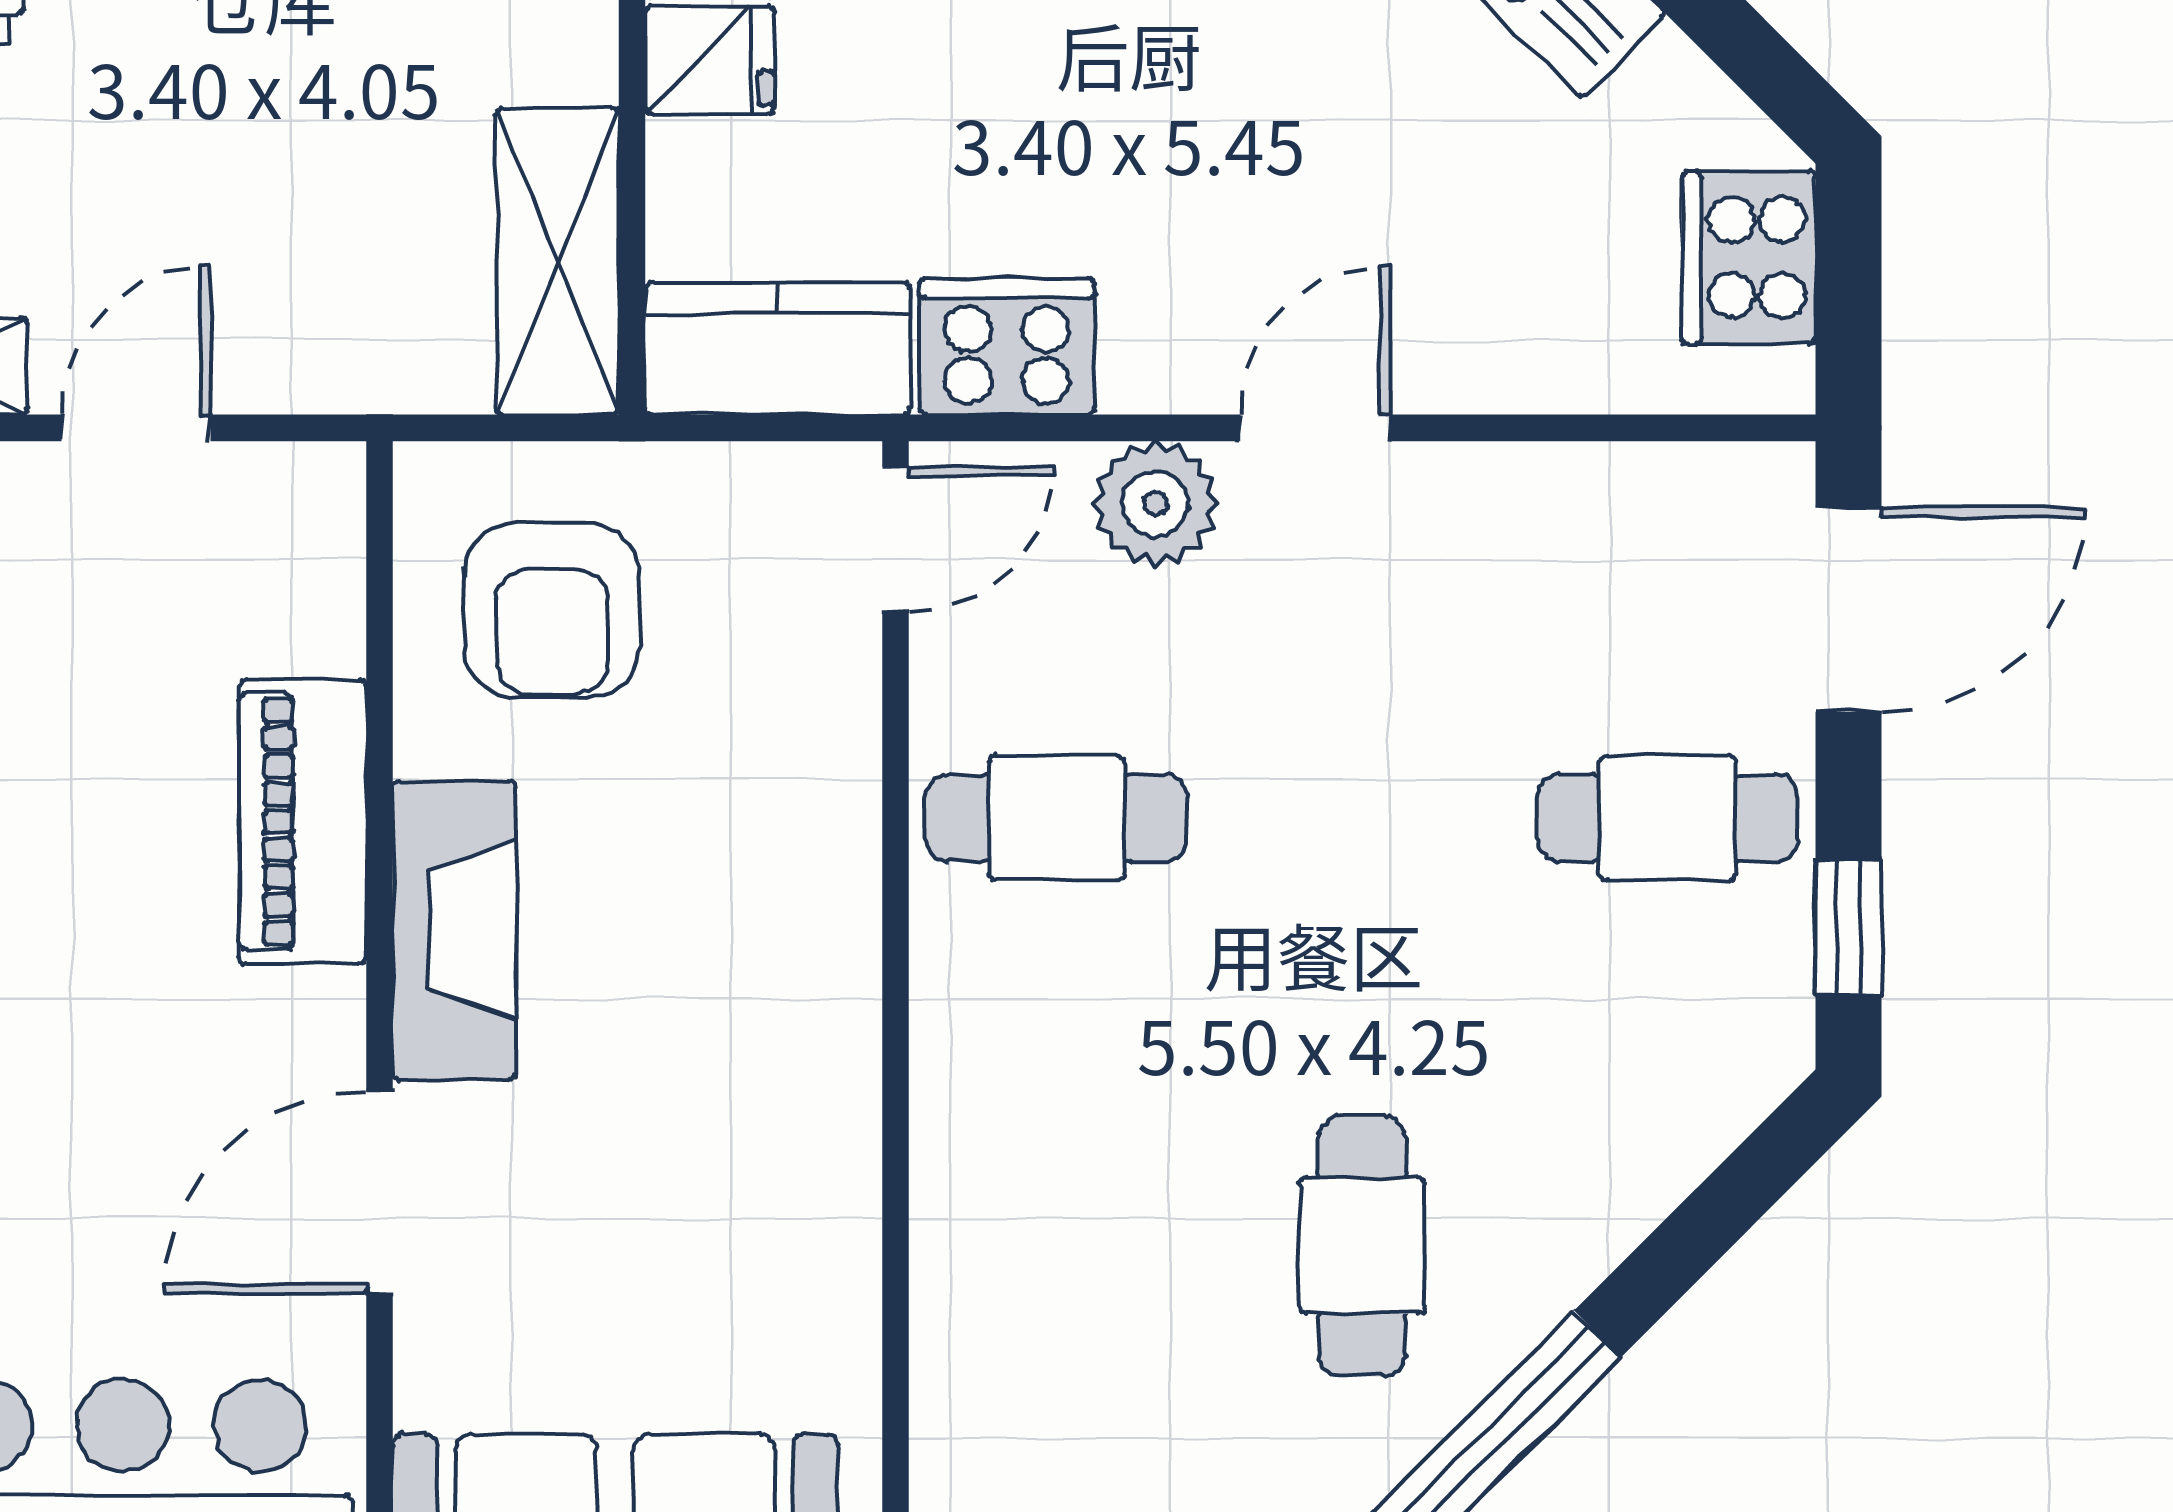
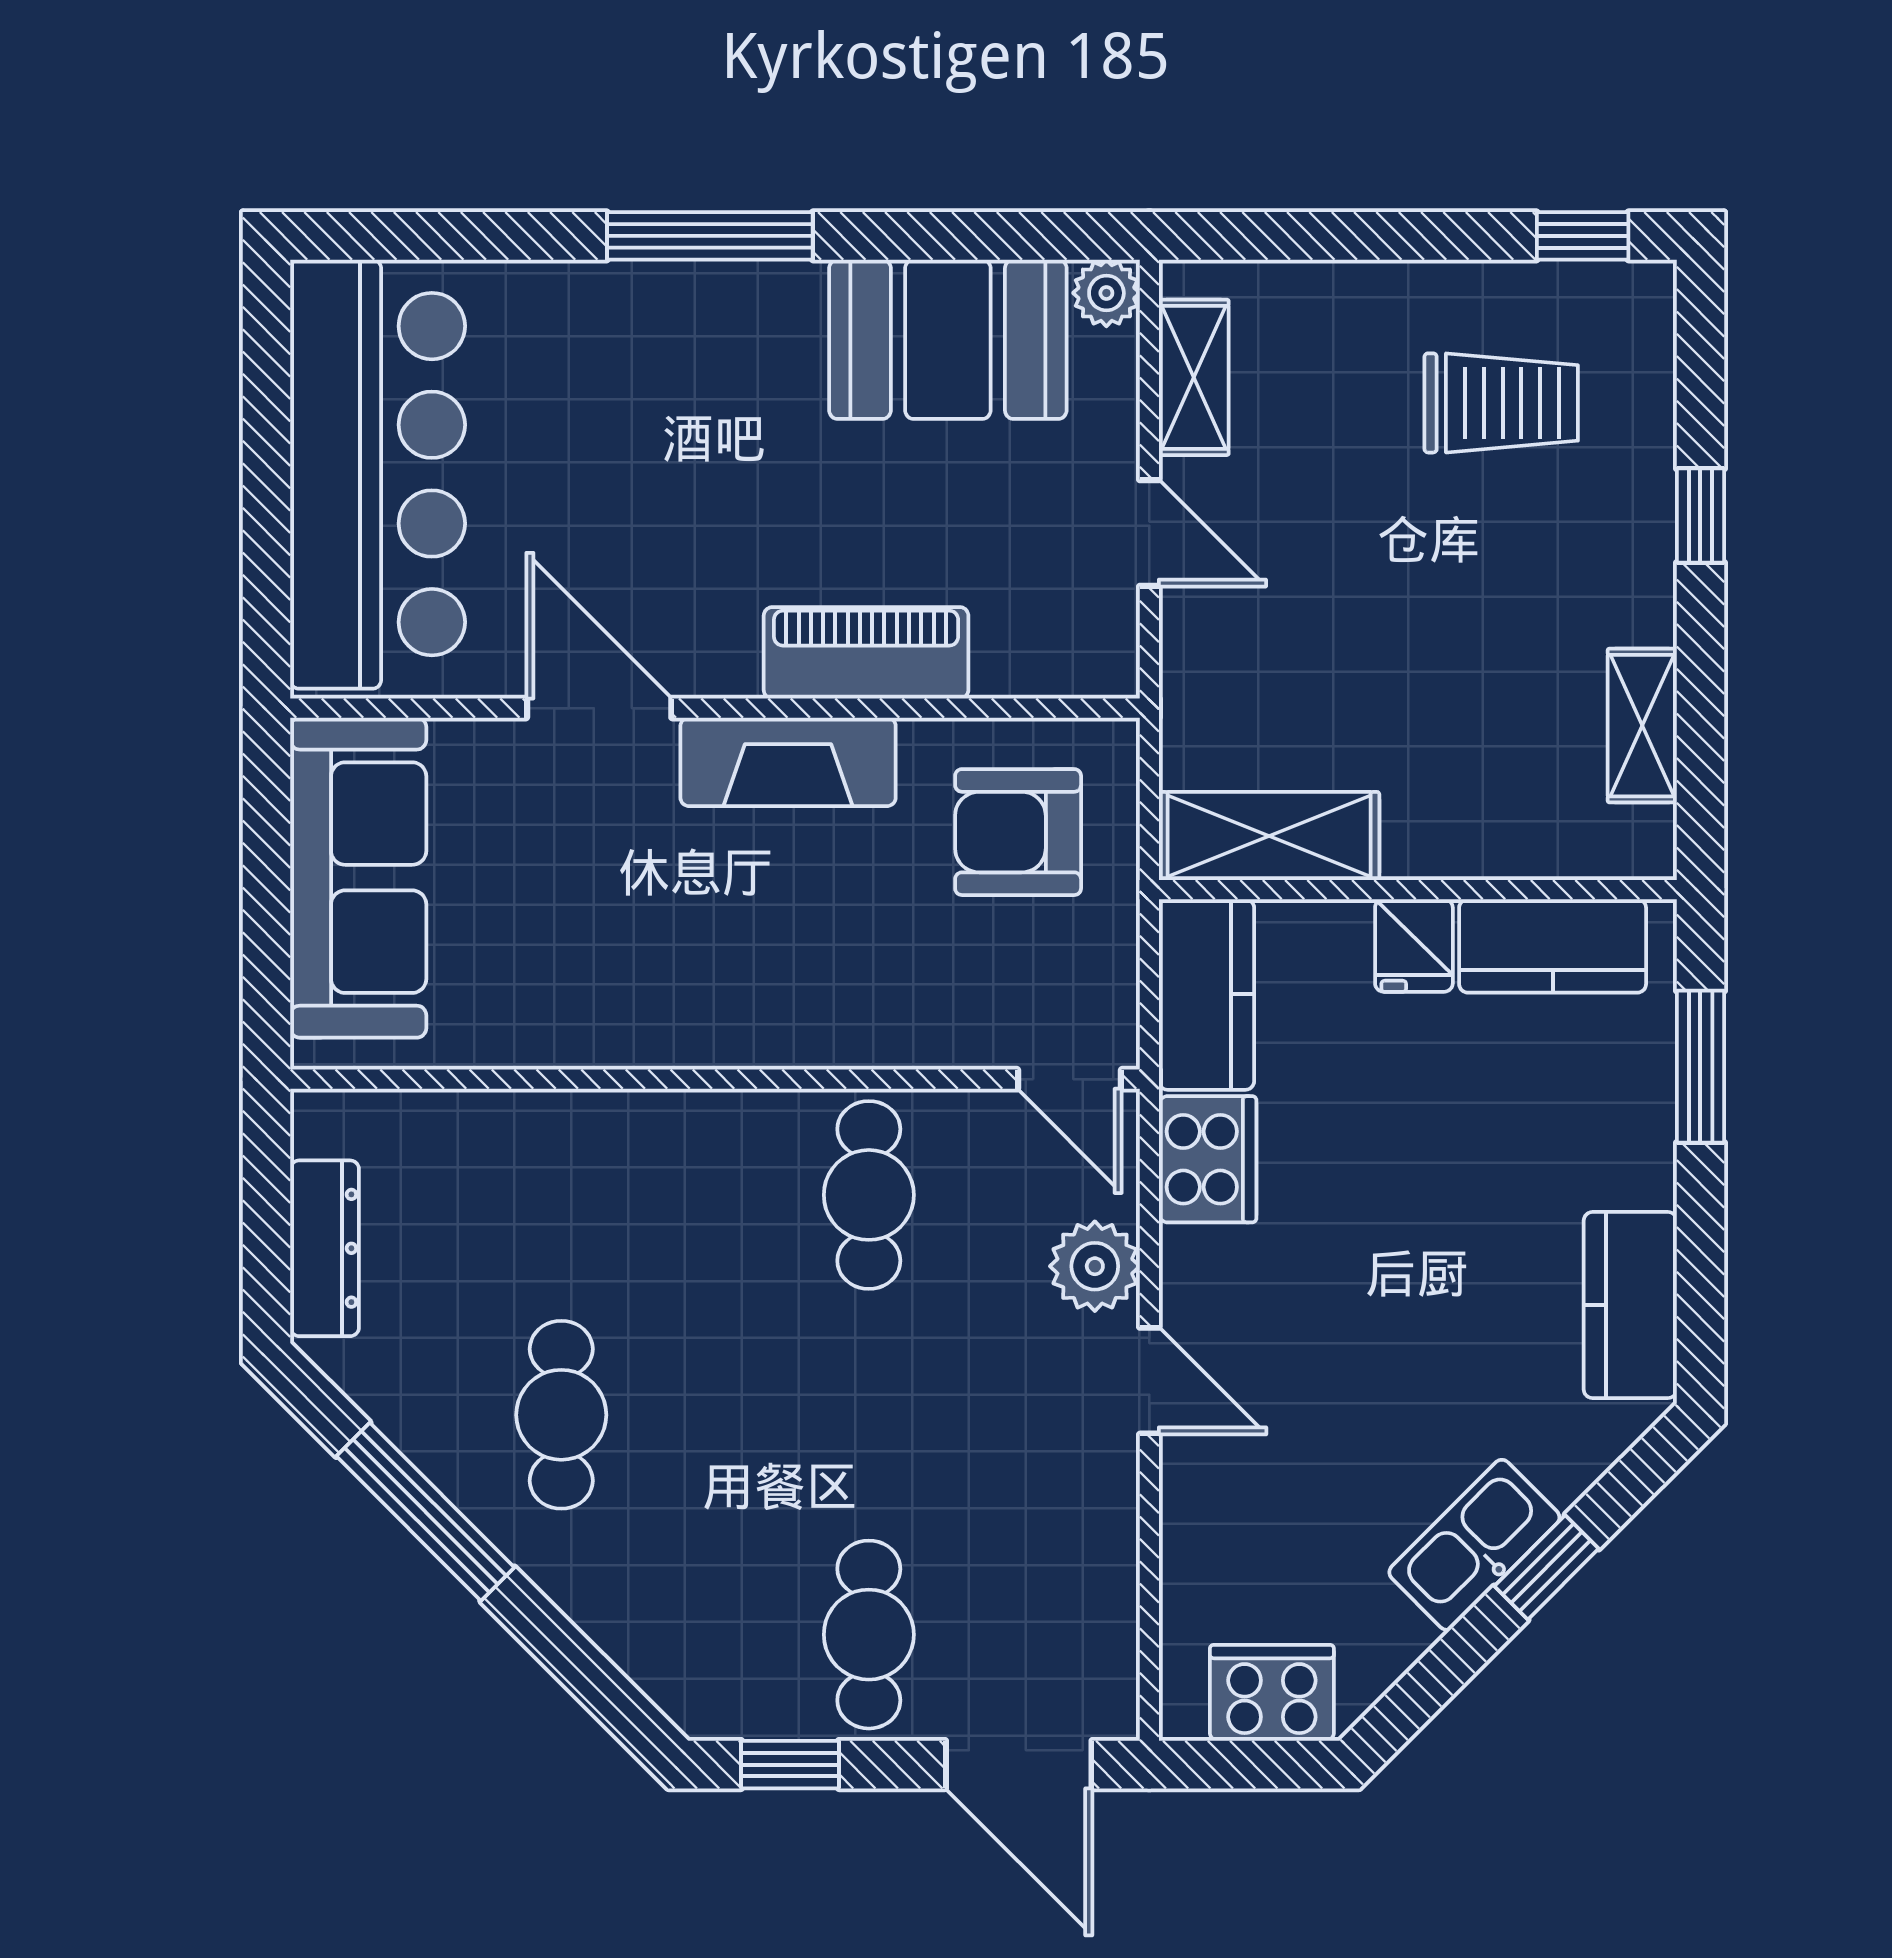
cafe table: (1362, 1246) -> (561, 1415), turned 90

